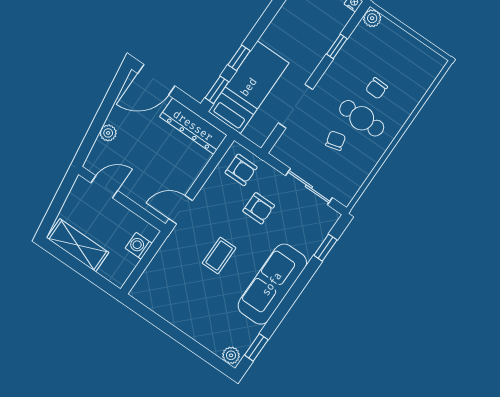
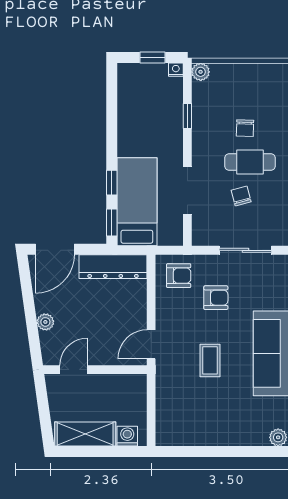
washing machine: (139, 246) -> (127, 436), moved, turned 90

